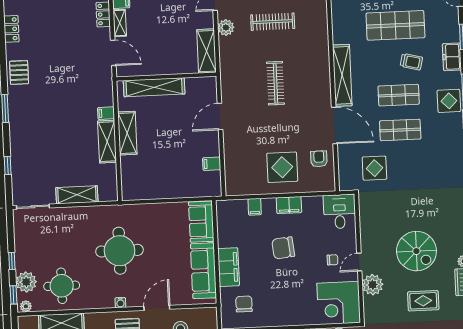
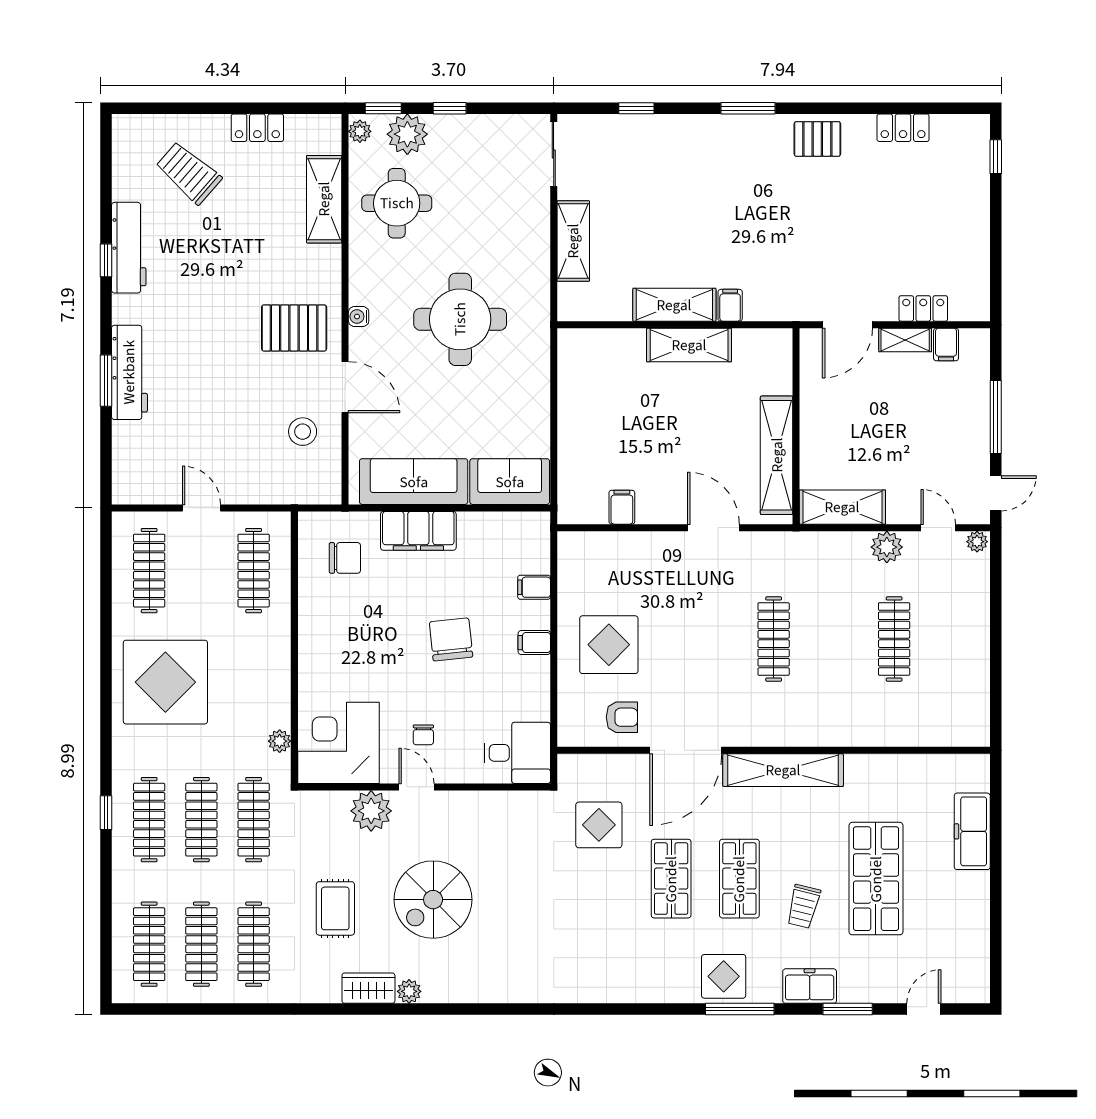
clothes rail: (275, 83) -> (774, 639), turned 90
shelving: (154, 87) -> (777, 455), moved
filing cabinet: (289, 205) -> (534, 643), width x0.50

